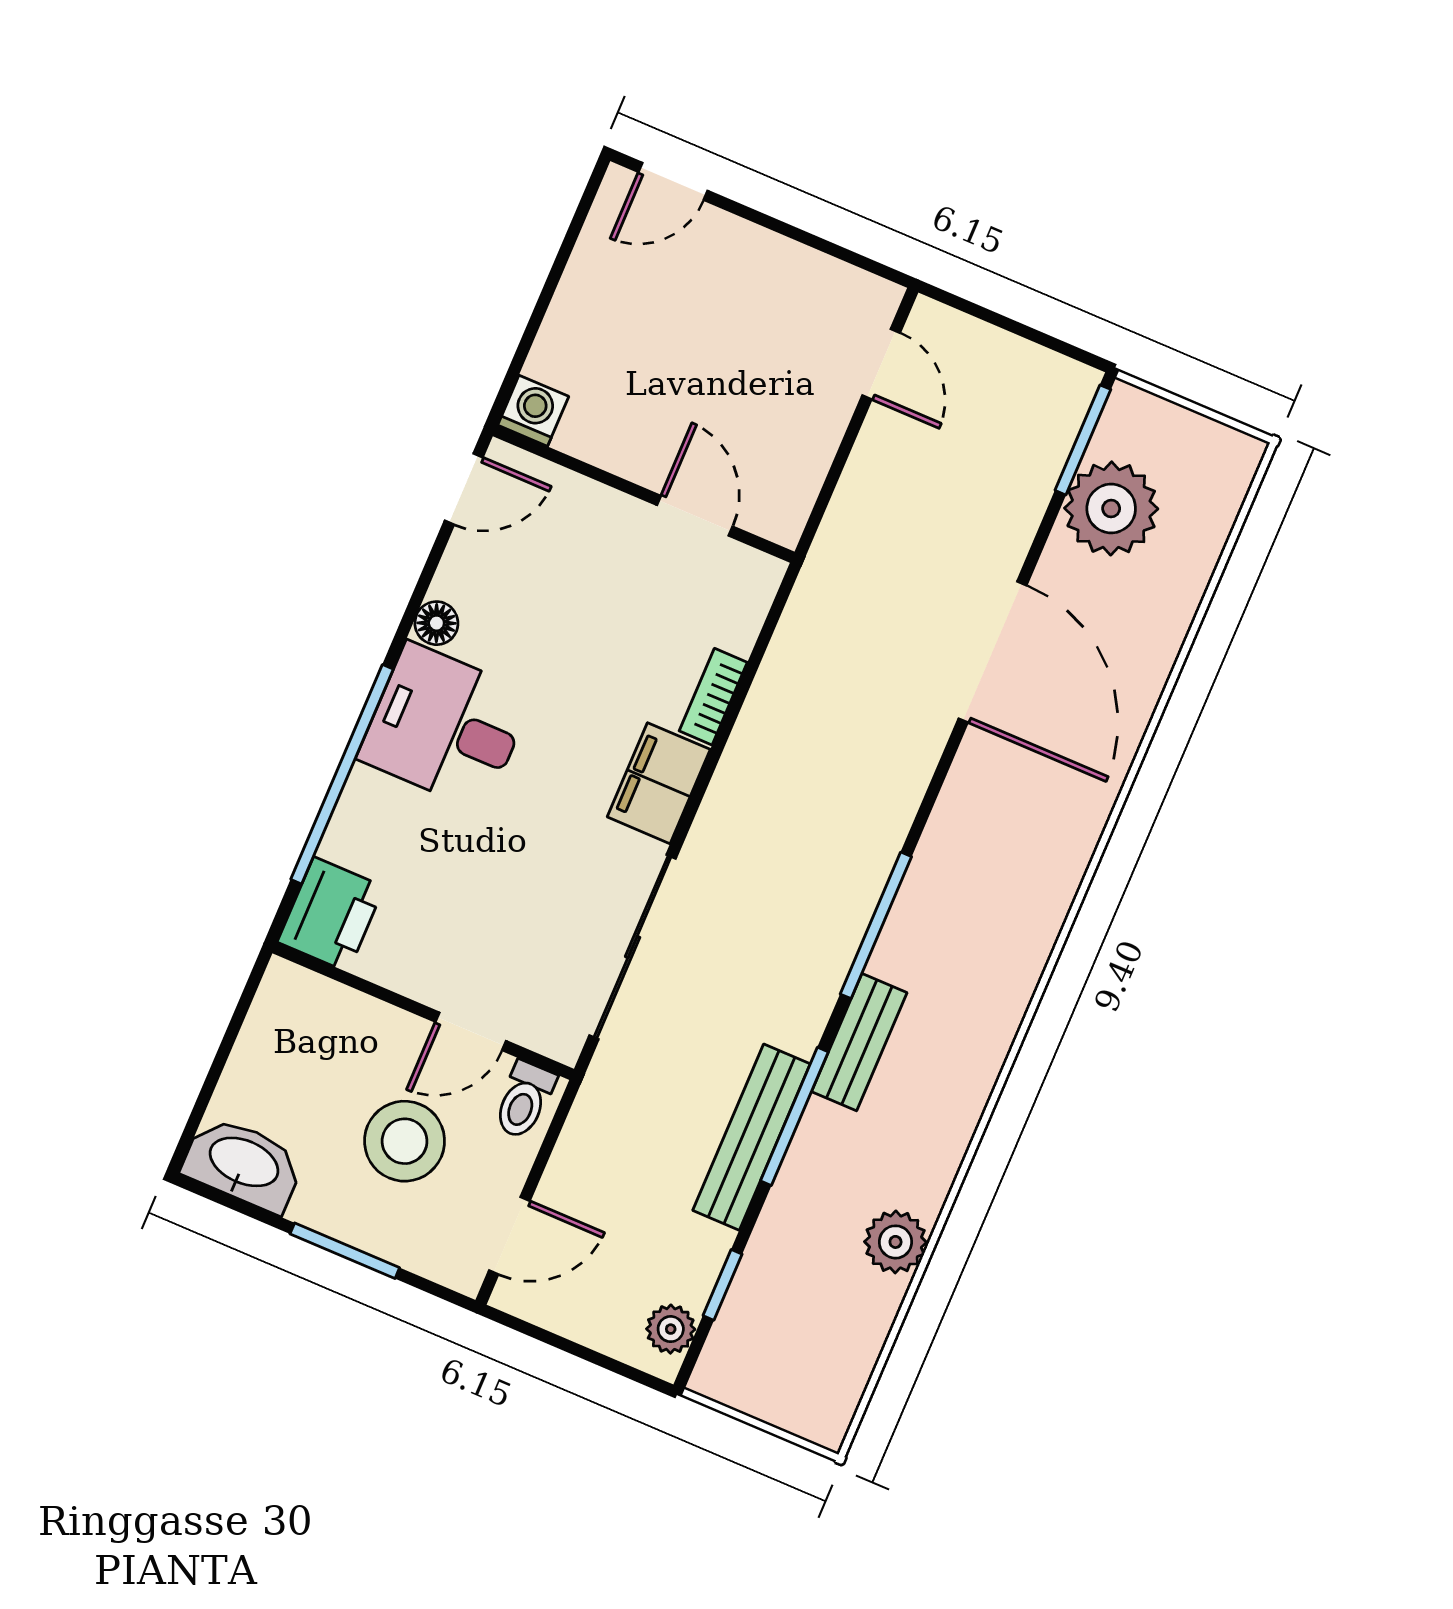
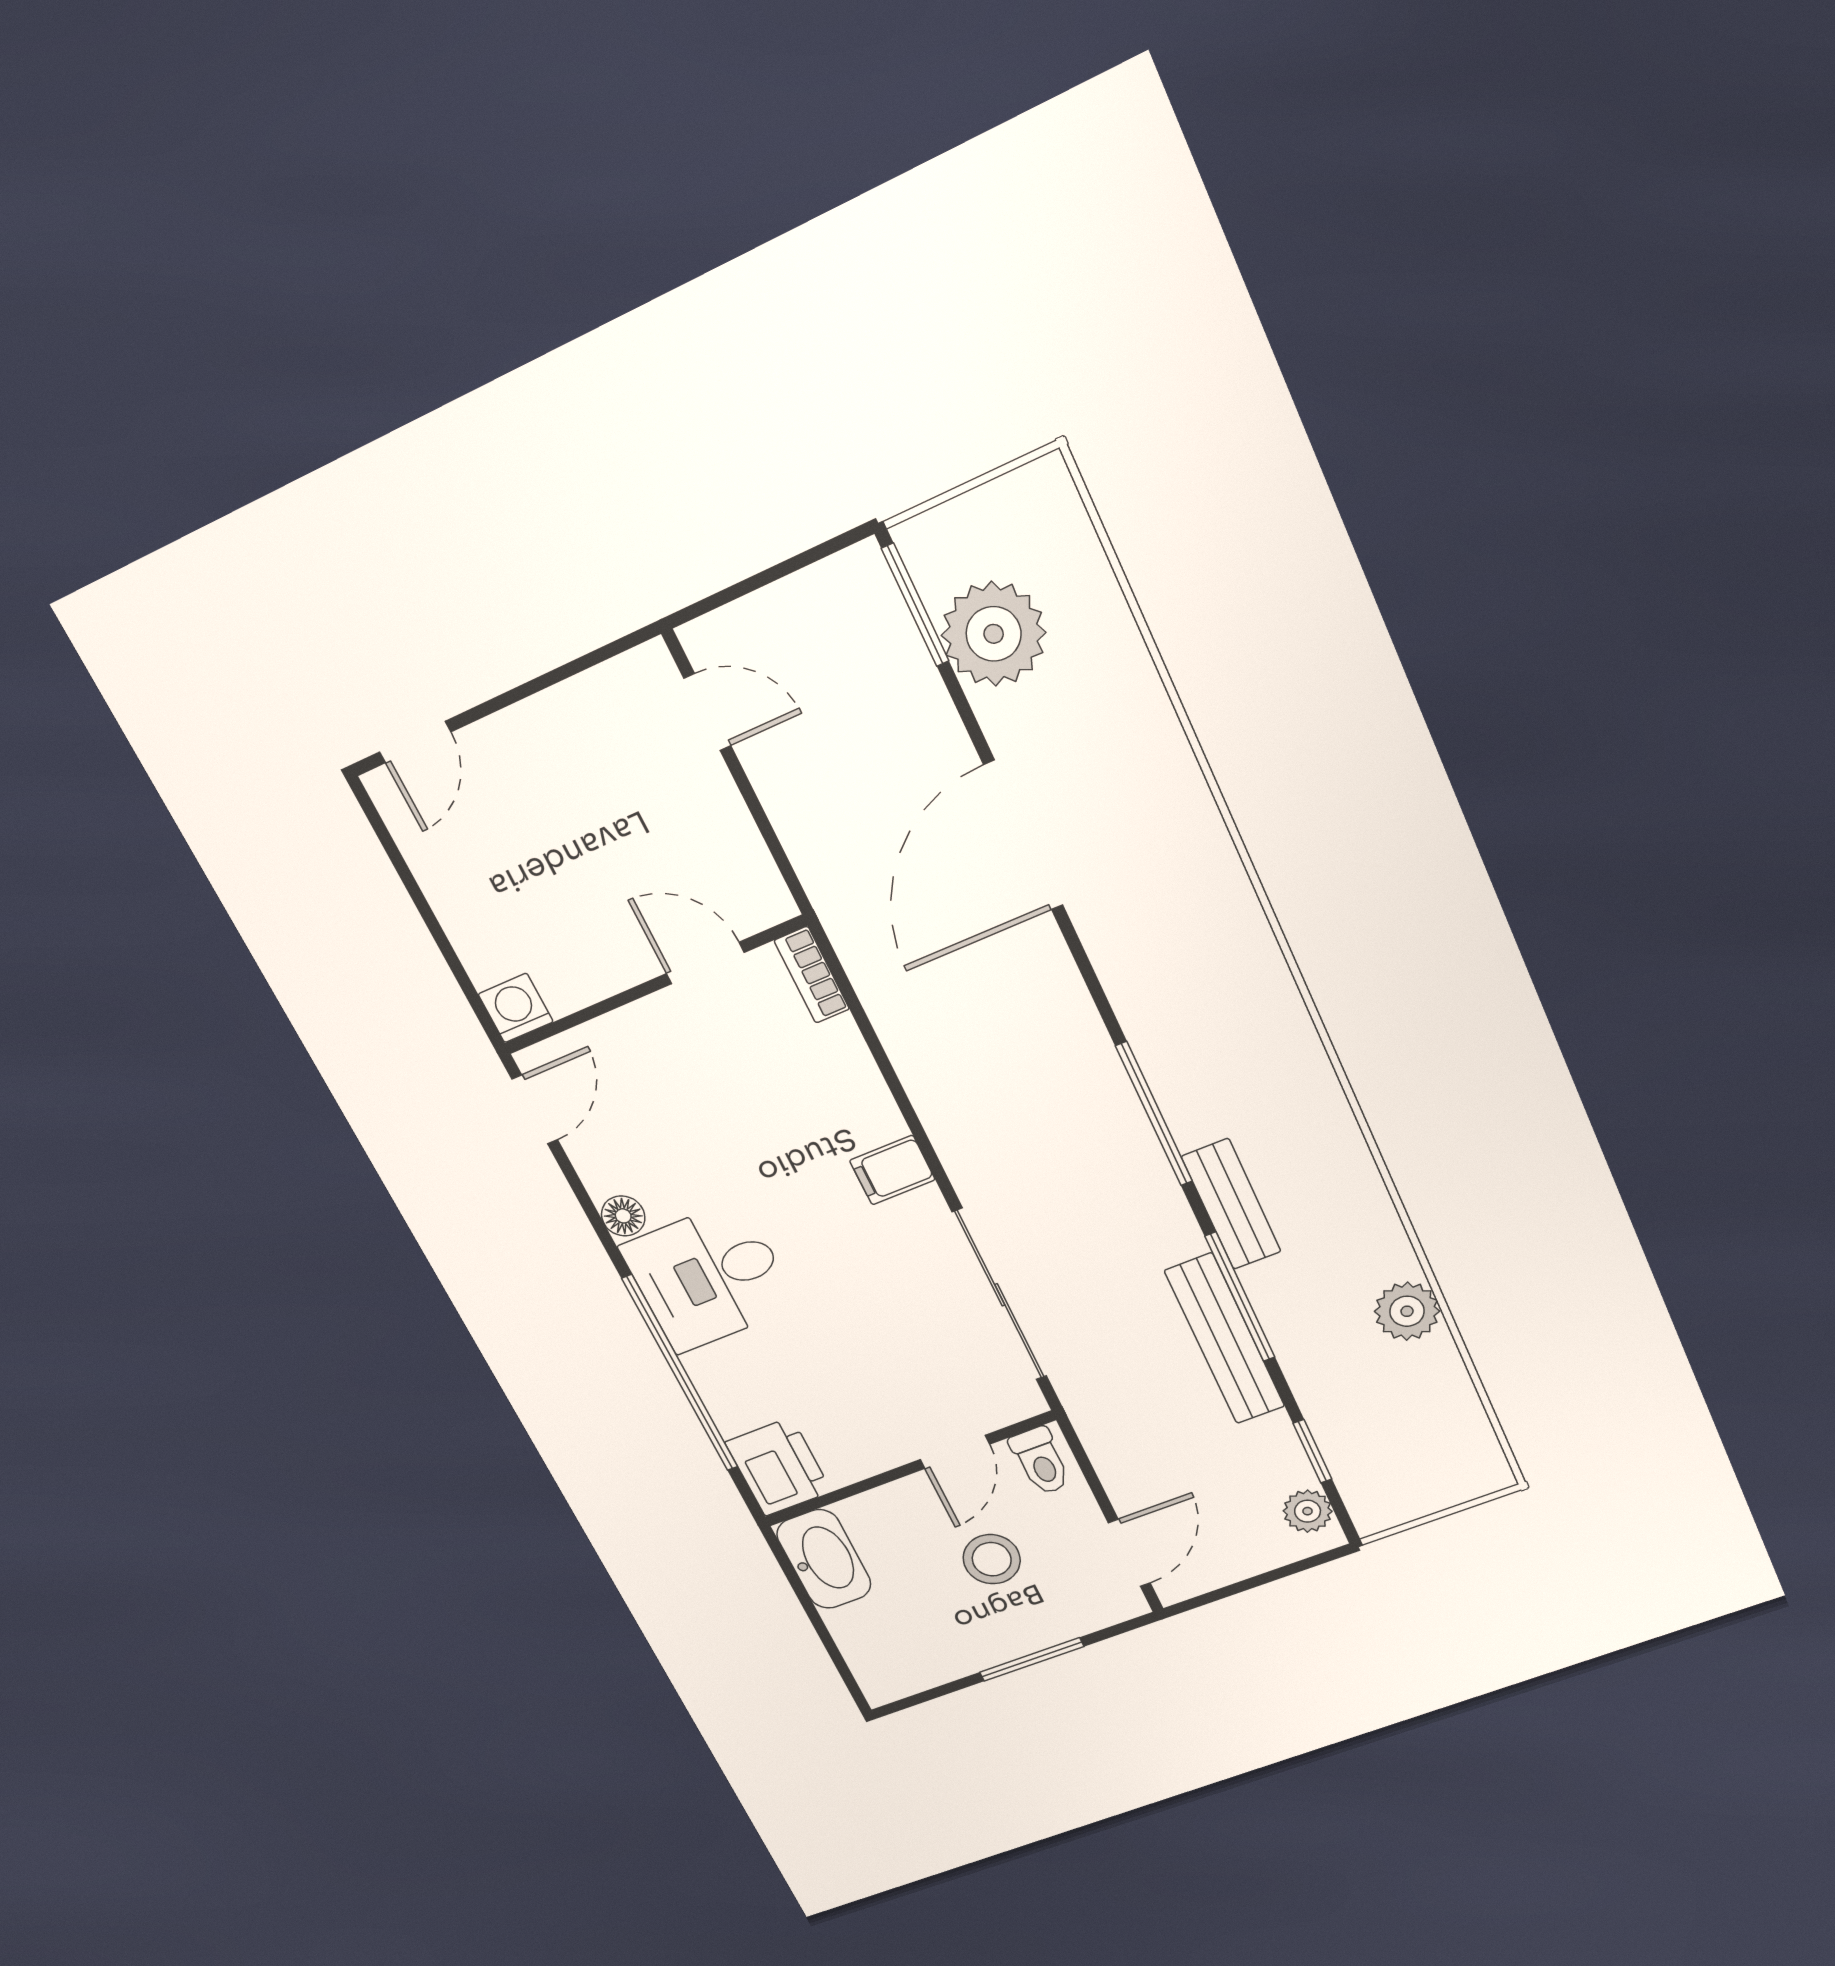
door: (993, 652) -> (1023, 835), swing flipped
bookcase: (713, 697) -> (812, 975), moved
filing cabinet: (659, 783) -> (892, 1170), width x0.50
stool: (405, 1141) -> (992, 1559), width x0.73, depth x0.73
washbasin: (243, 1164) -> (824, 1559), moved, turned 90

